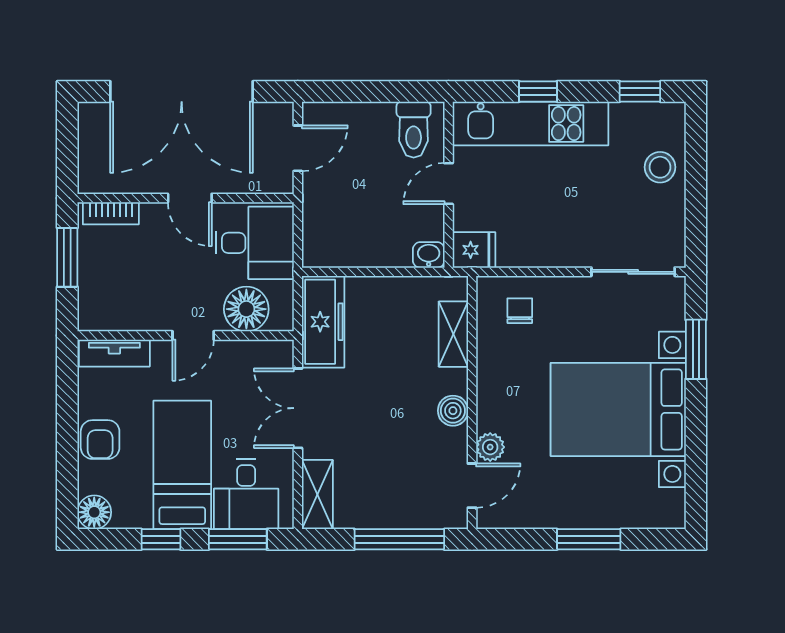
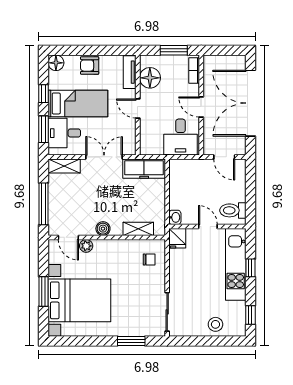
door: (190, 198) -> (201, 107), hinge flipped
floor lamp: (246, 309) -> (150, 78), moved
bed with nightstands: (618, 409) -> (79, 300), moved, turned 90

